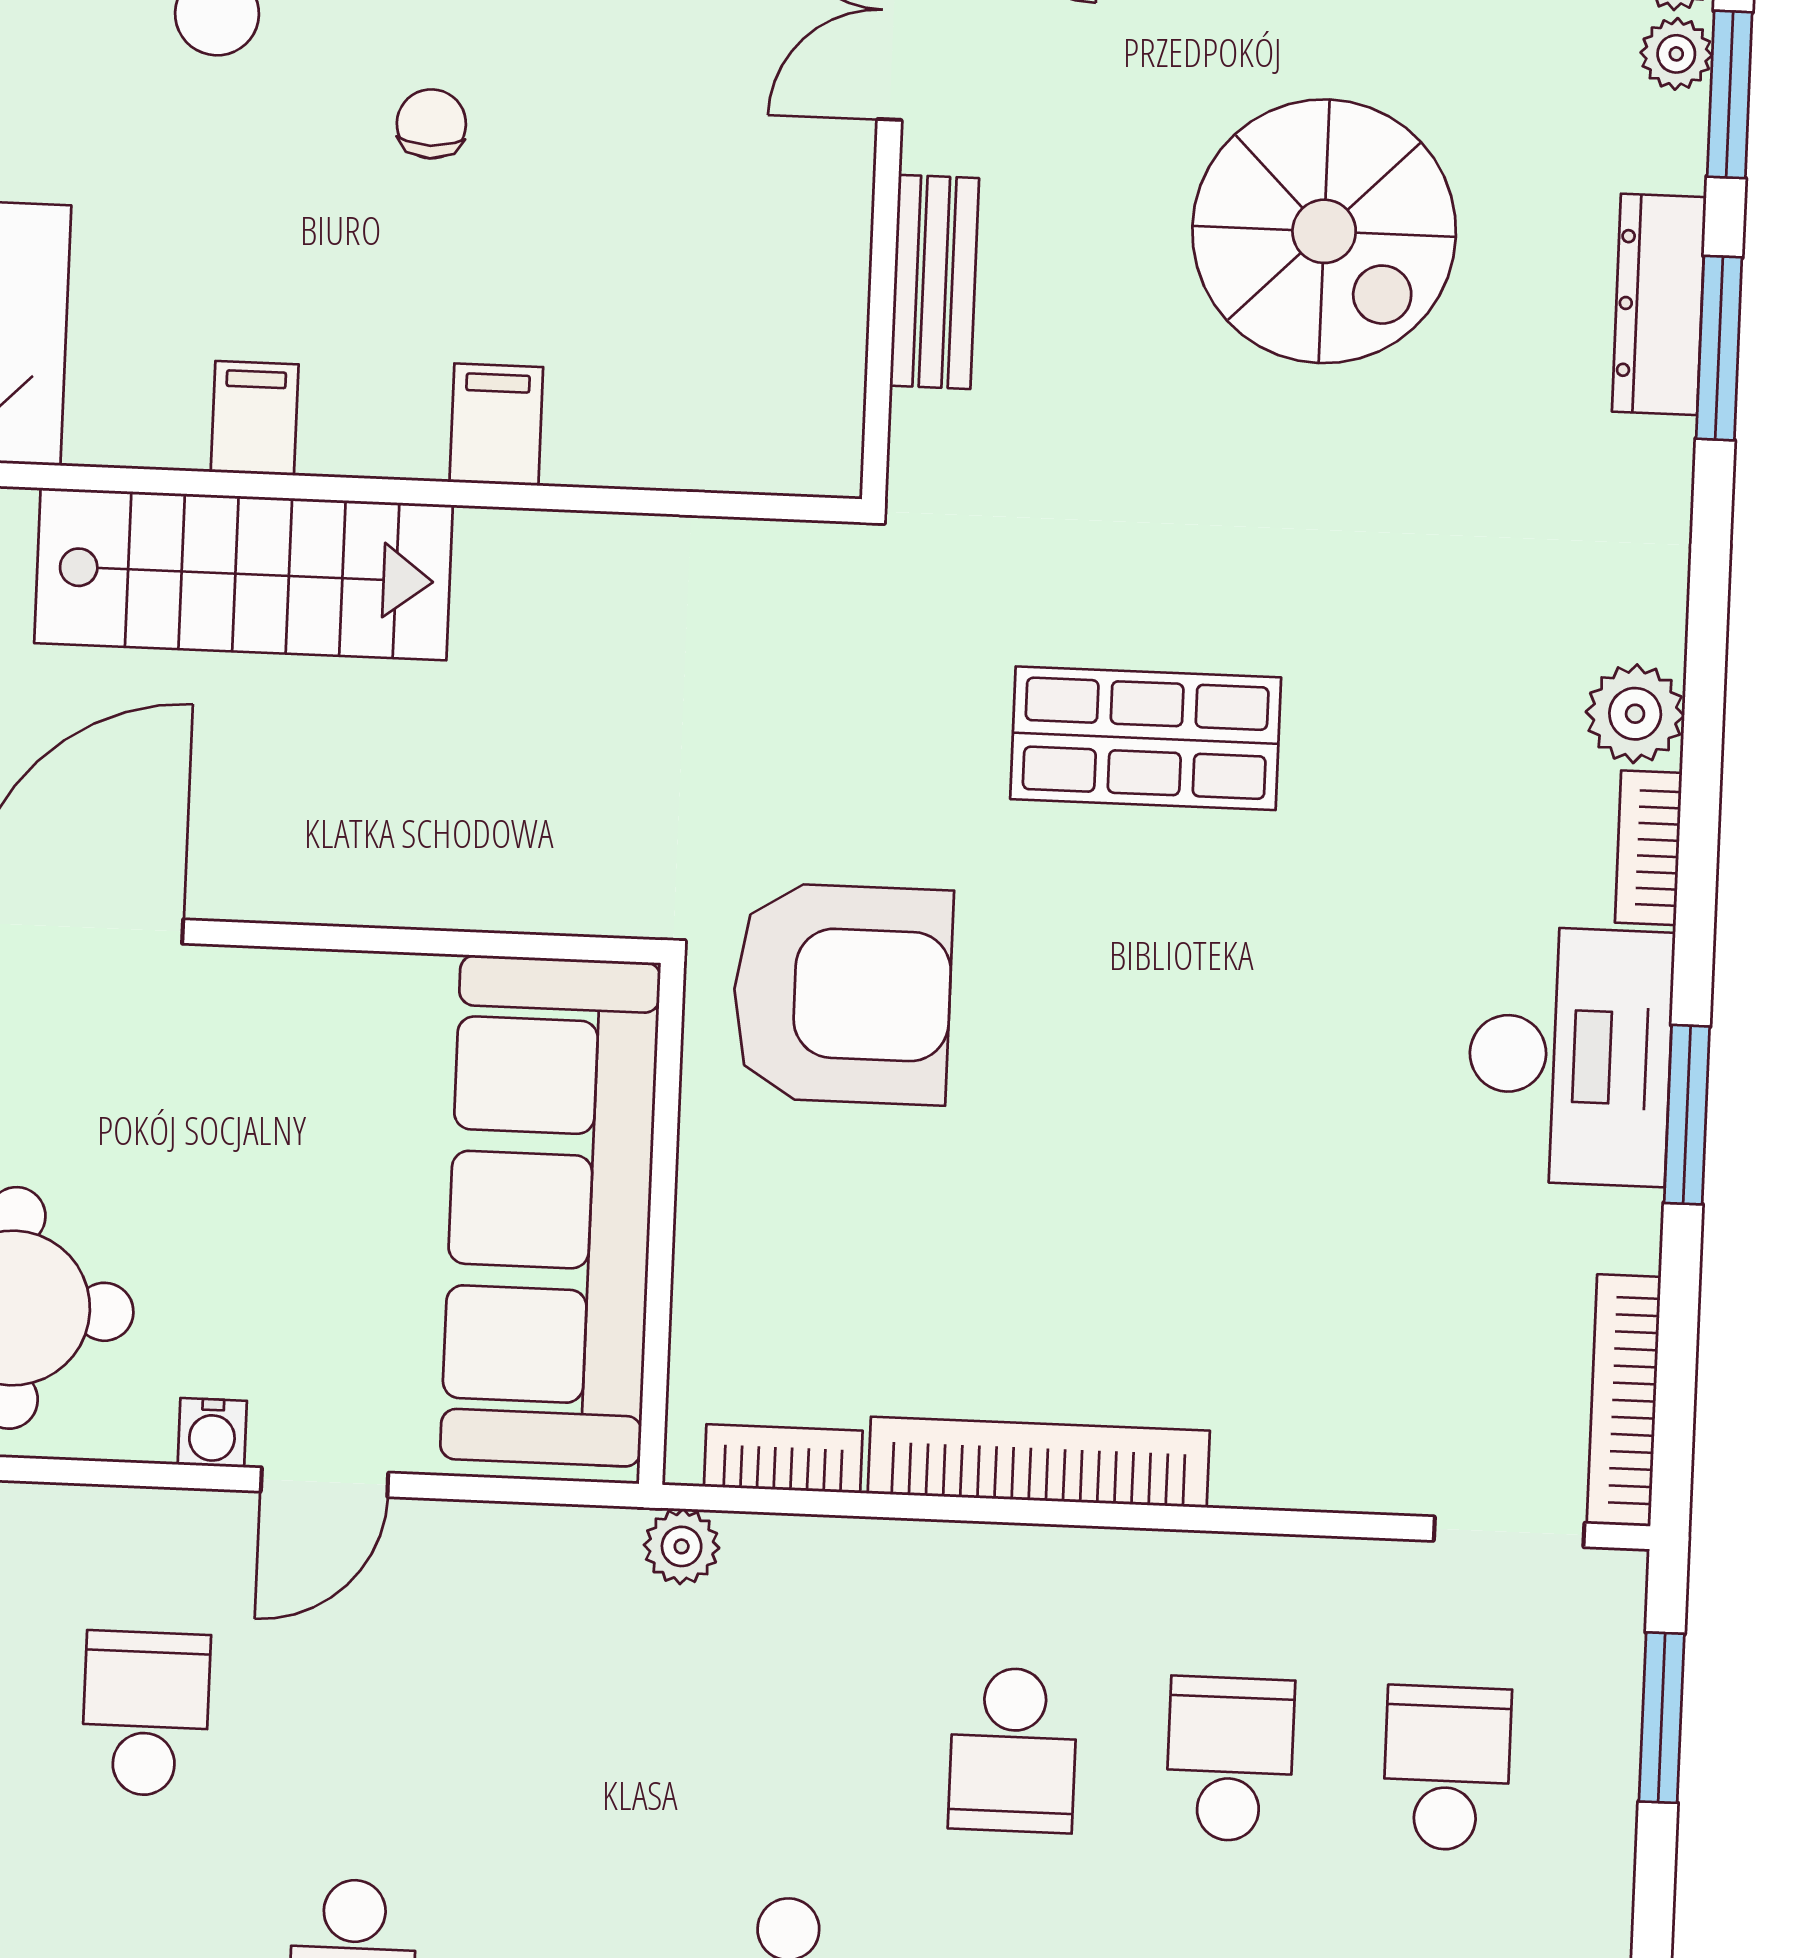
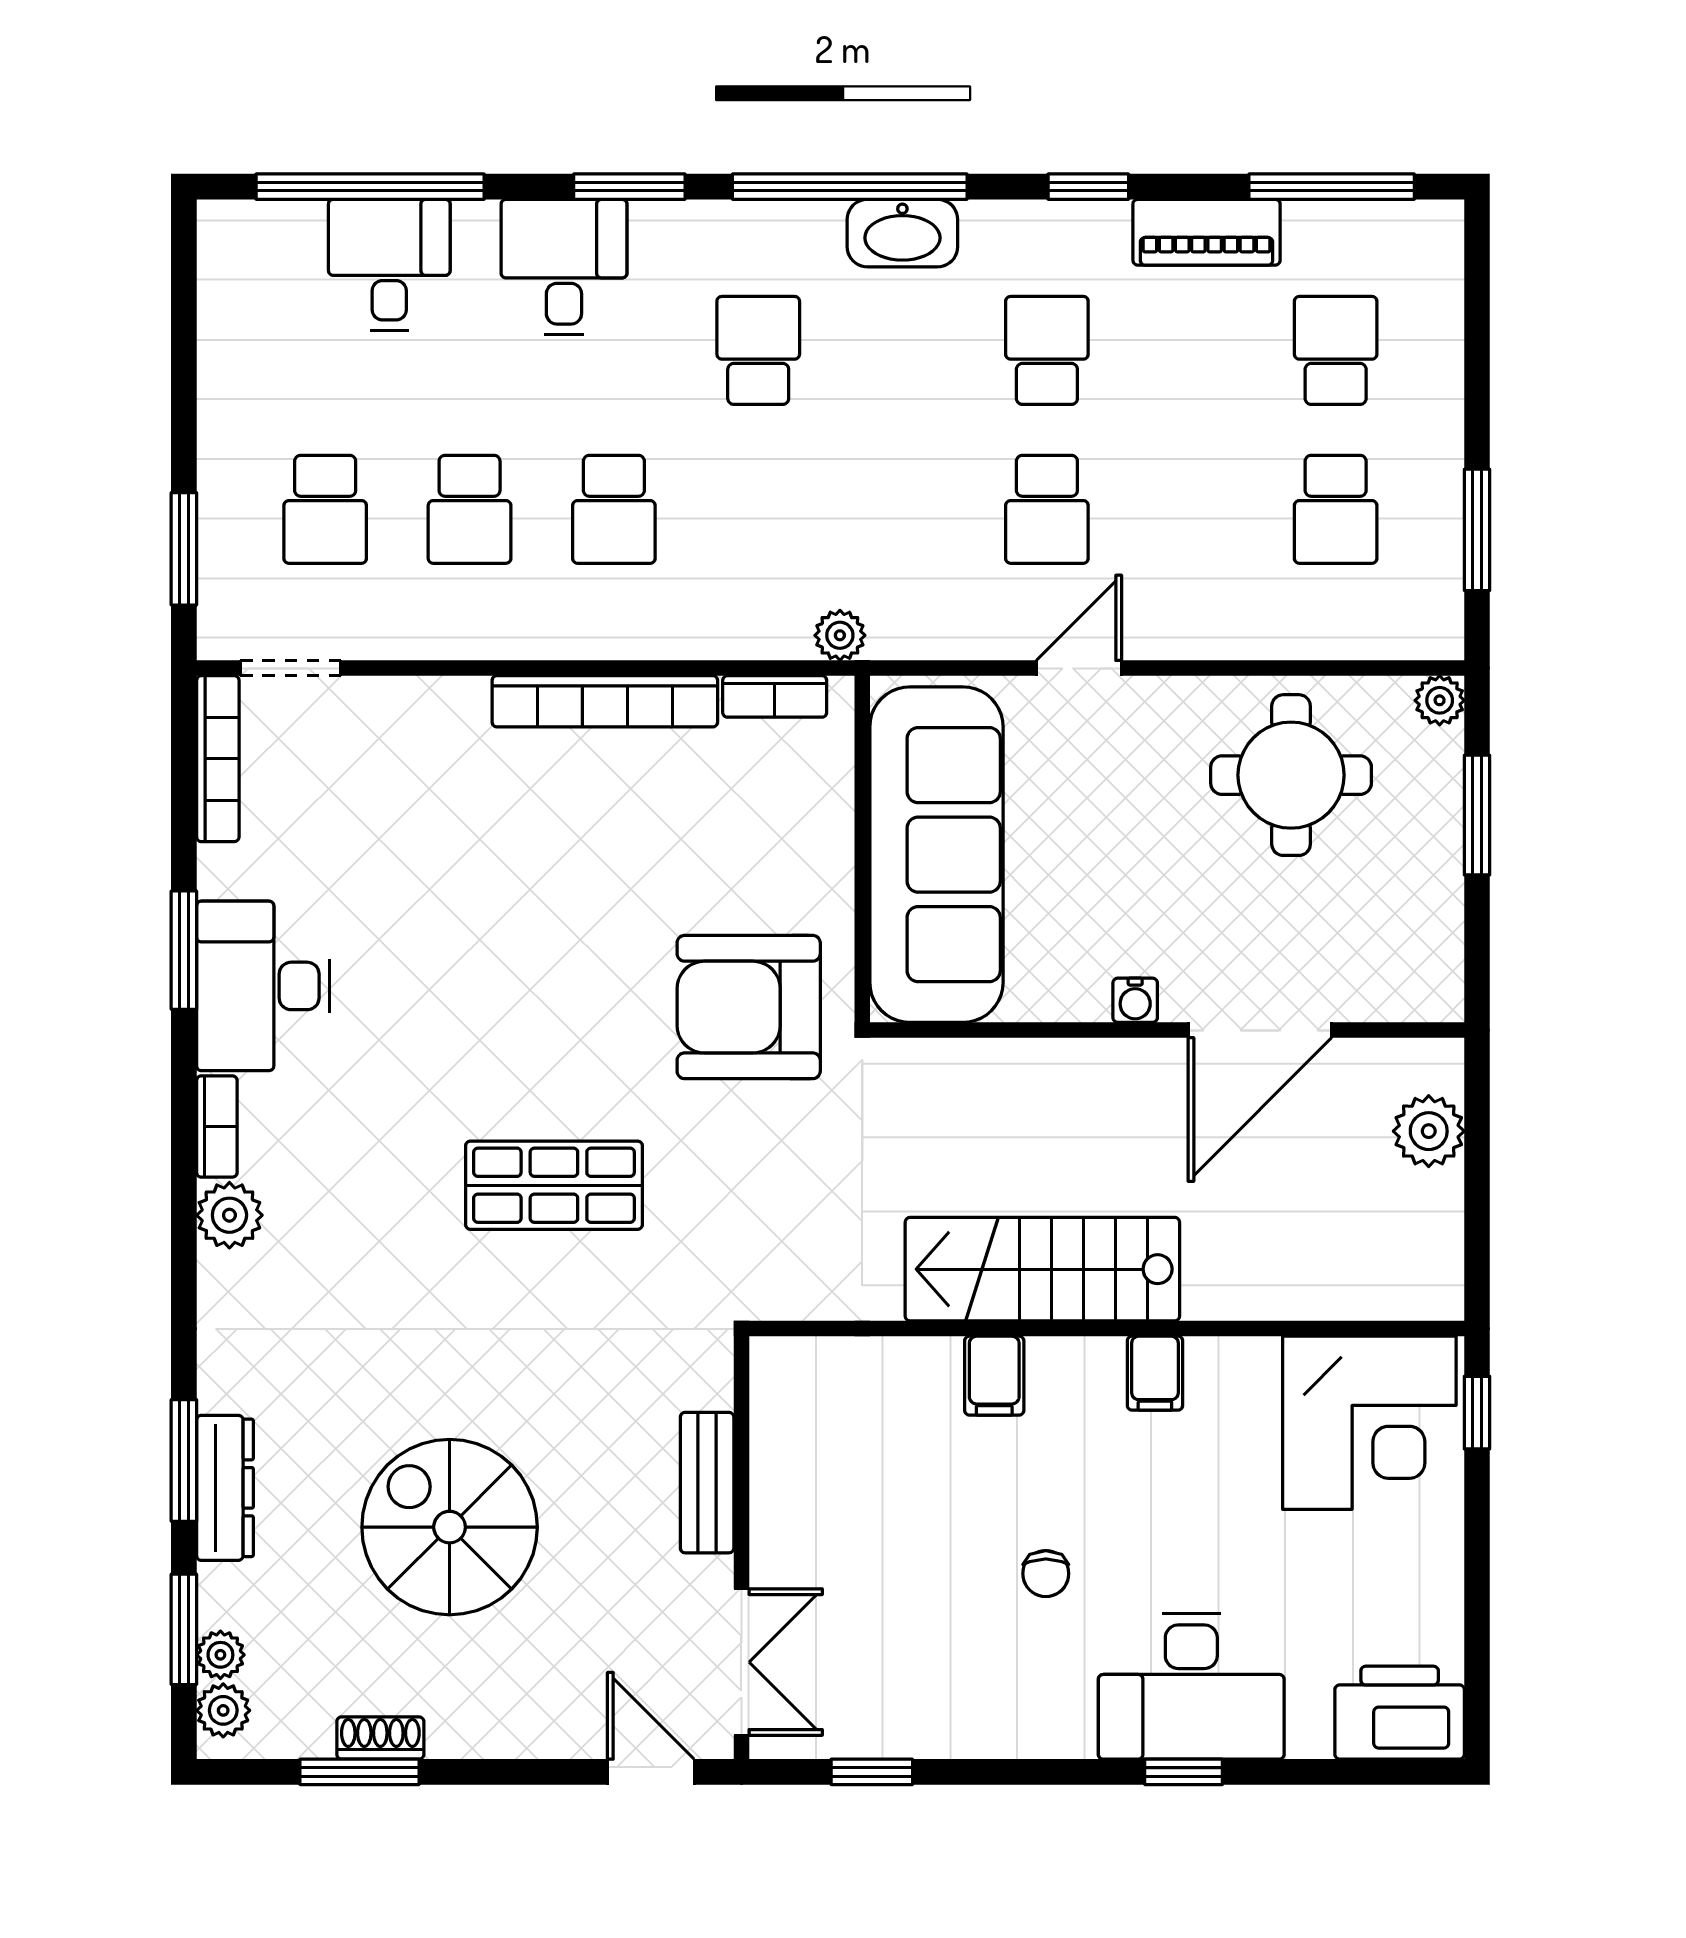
stairs: (244, 574) -> (1042, 1269), moved
water cooler: (212, 1433) -> (1135, 1000), moved, turned 180
school desk: (146, 1714) -> (1047, 509), moved
school desk: (1013, 1750) -> (614, 509), turned 180

